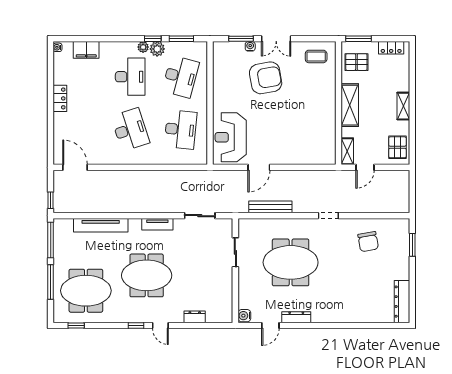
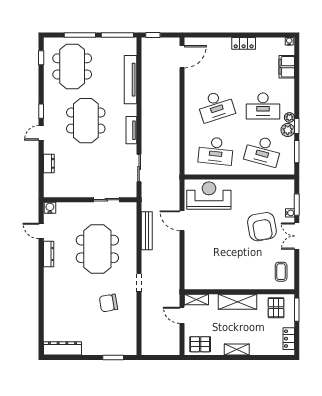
chair: (368, 242) -> (108, 303), moved

